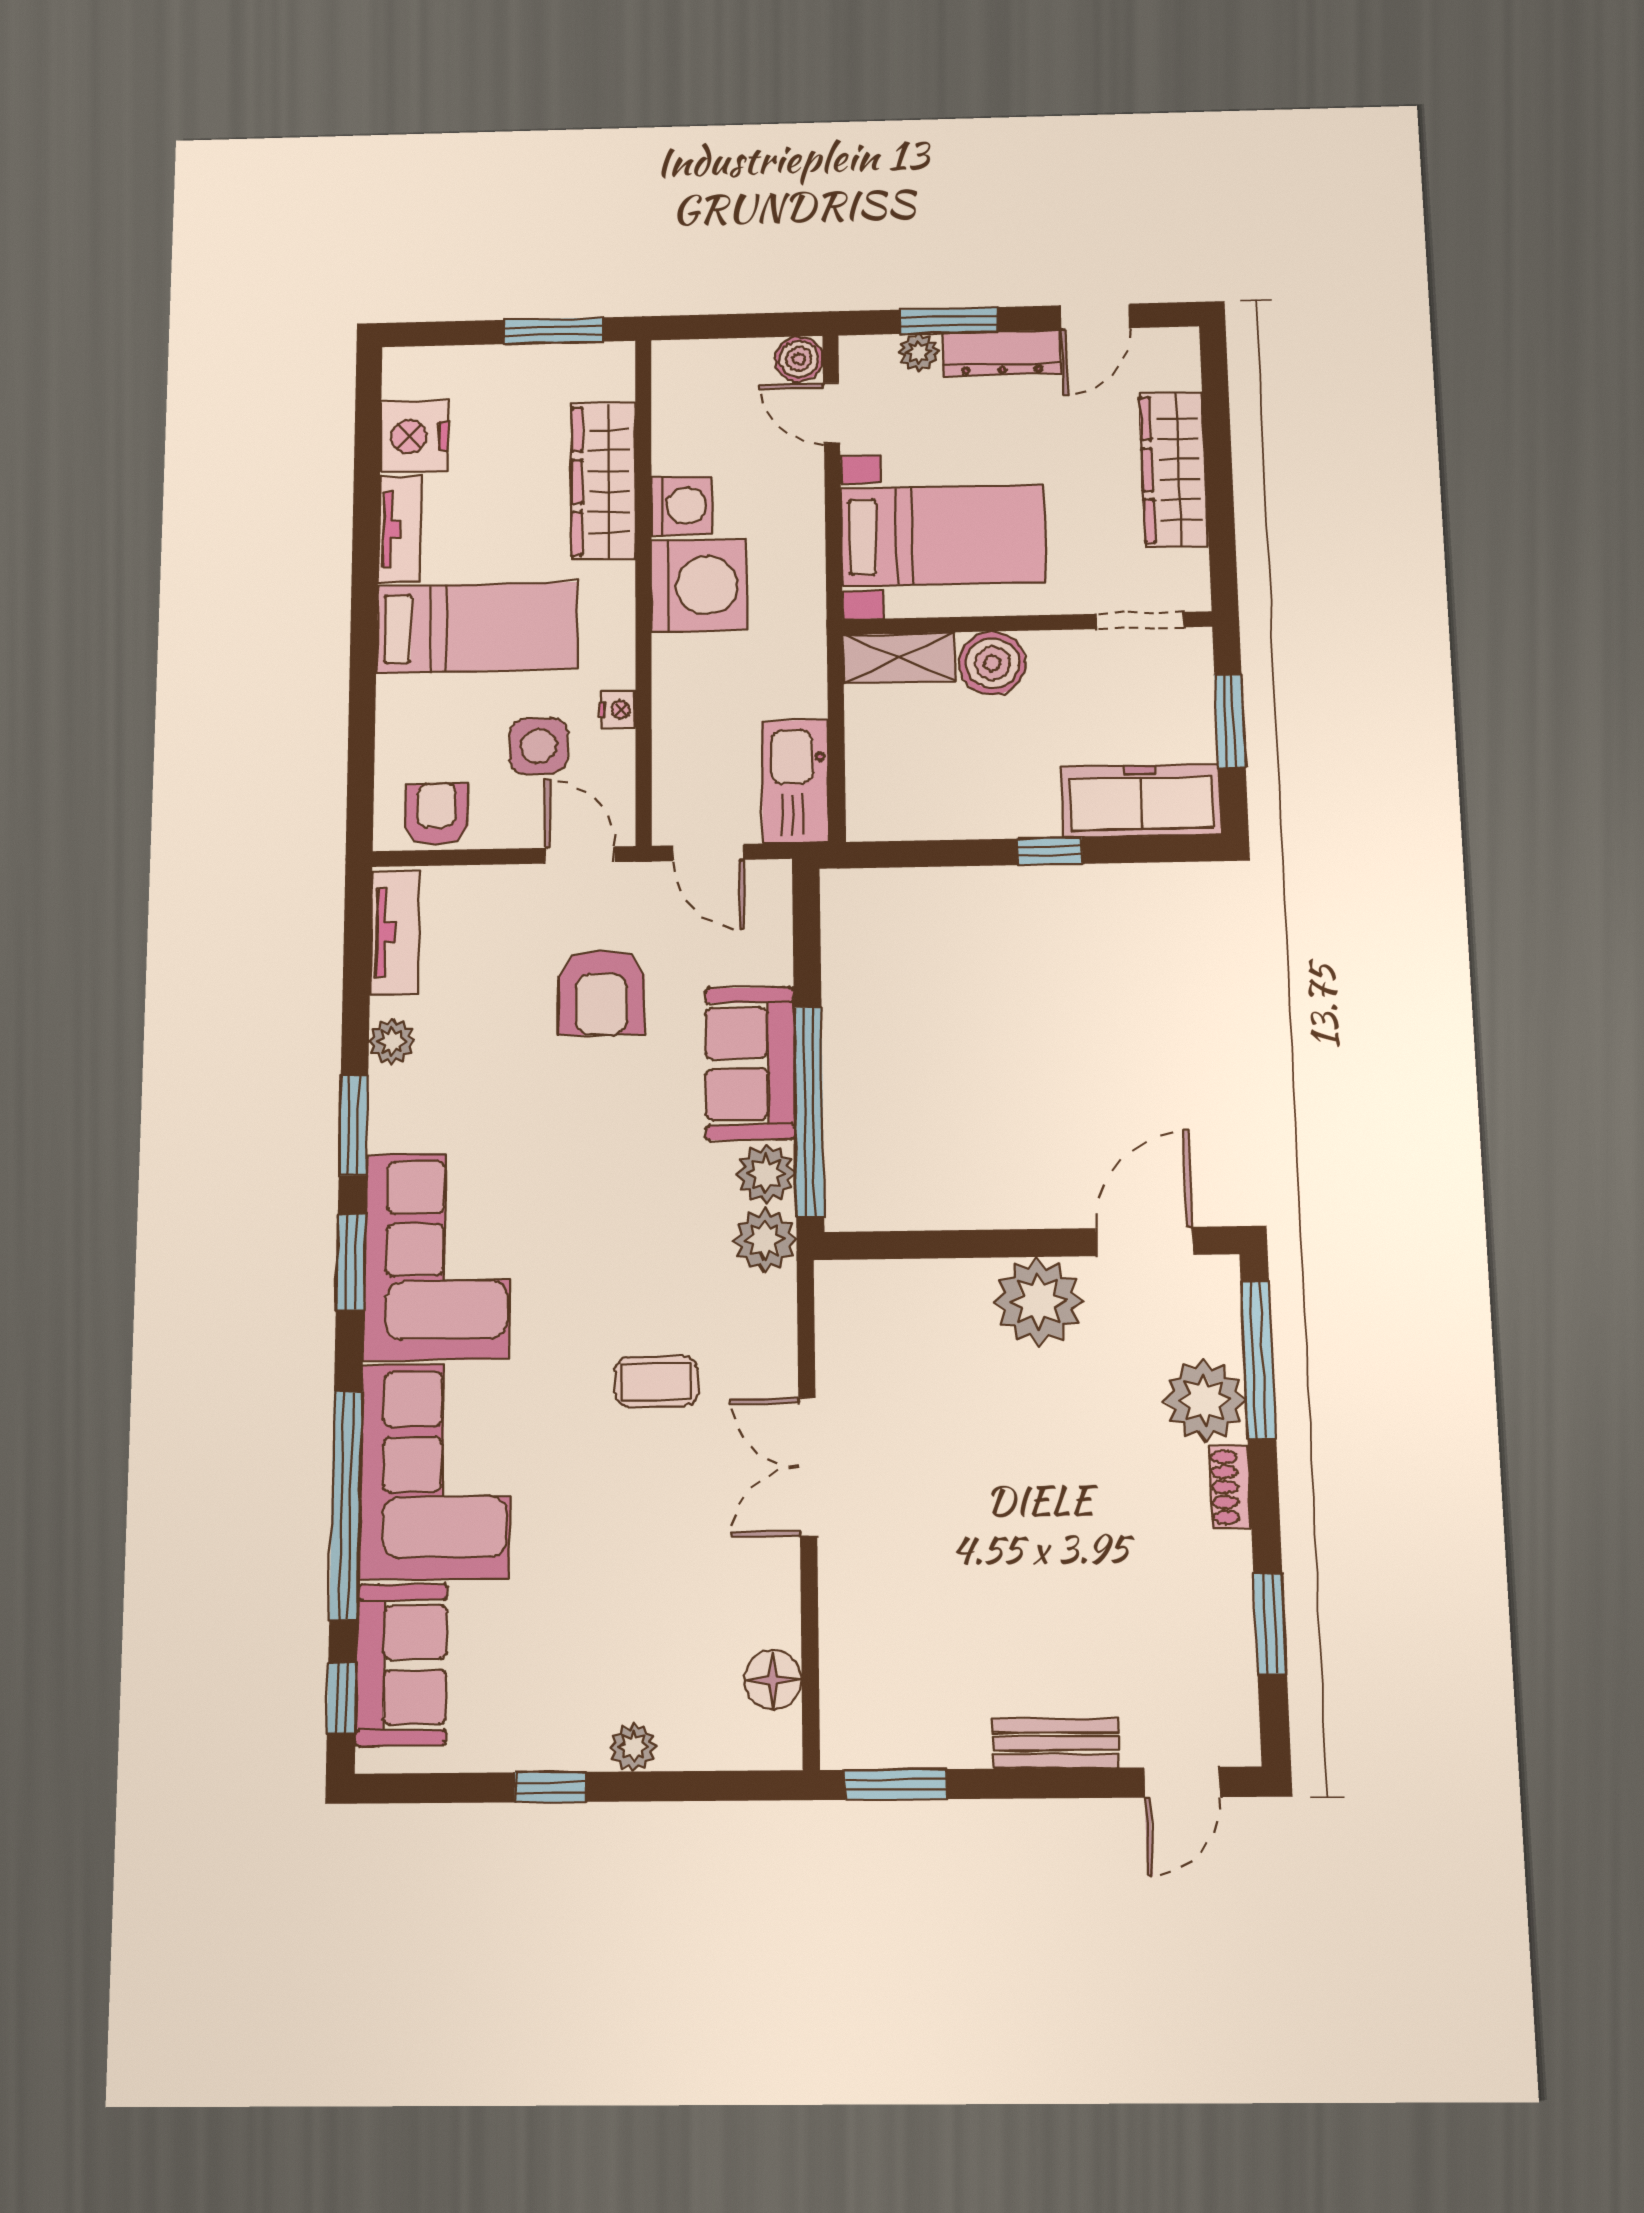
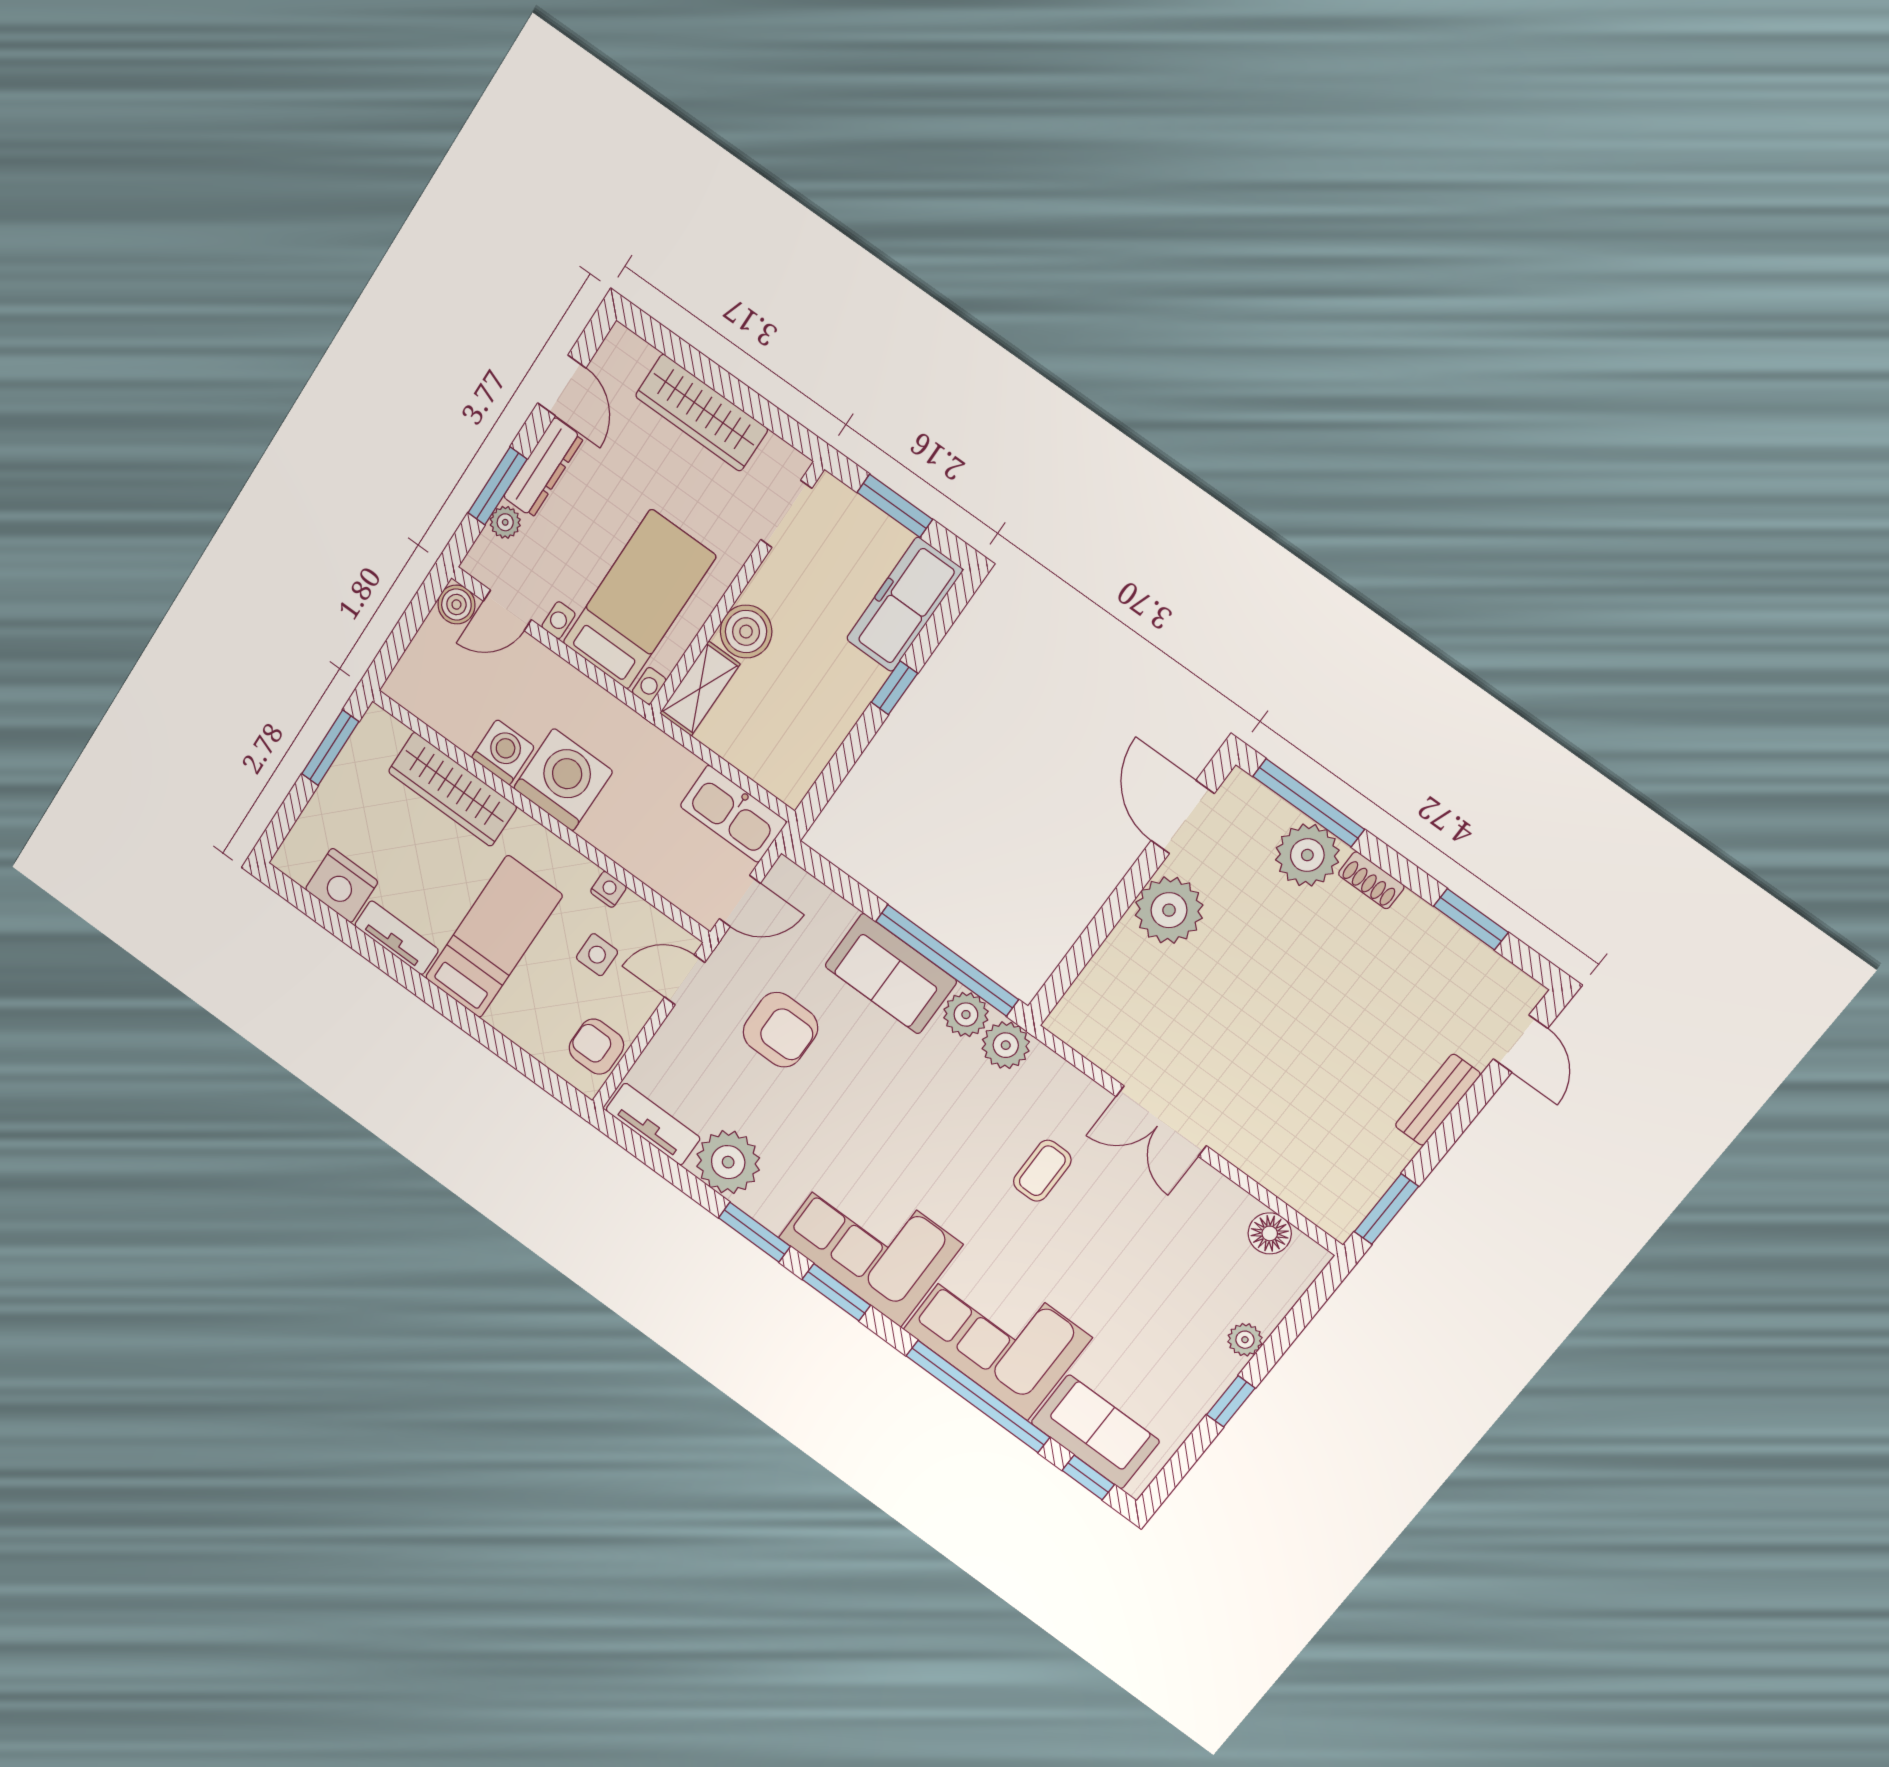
side table: (538, 746) -> (597, 955), width x0.73, depth x0.73
plant: (392, 1042) -> (728, 1162), width x1.88, depth x1.88

